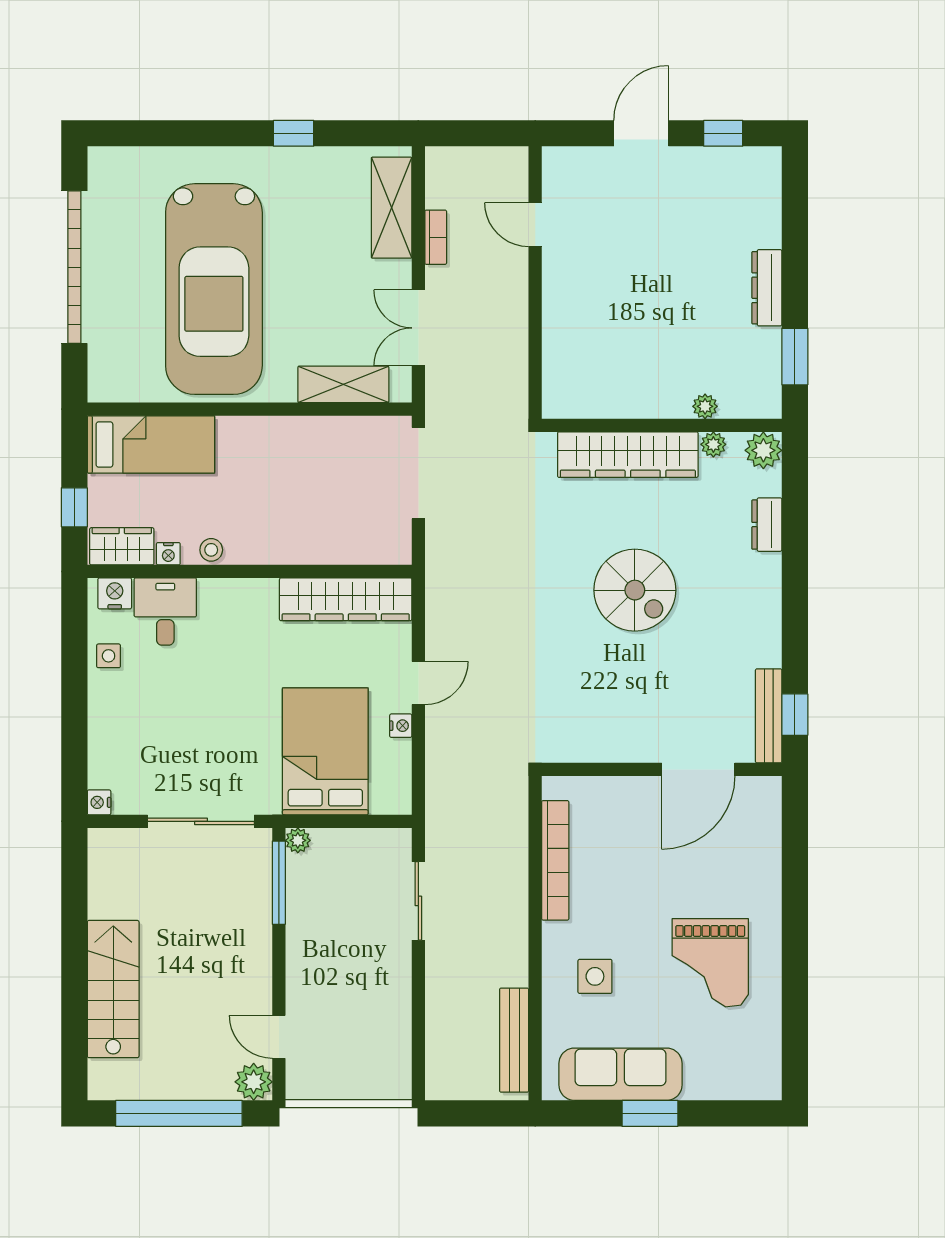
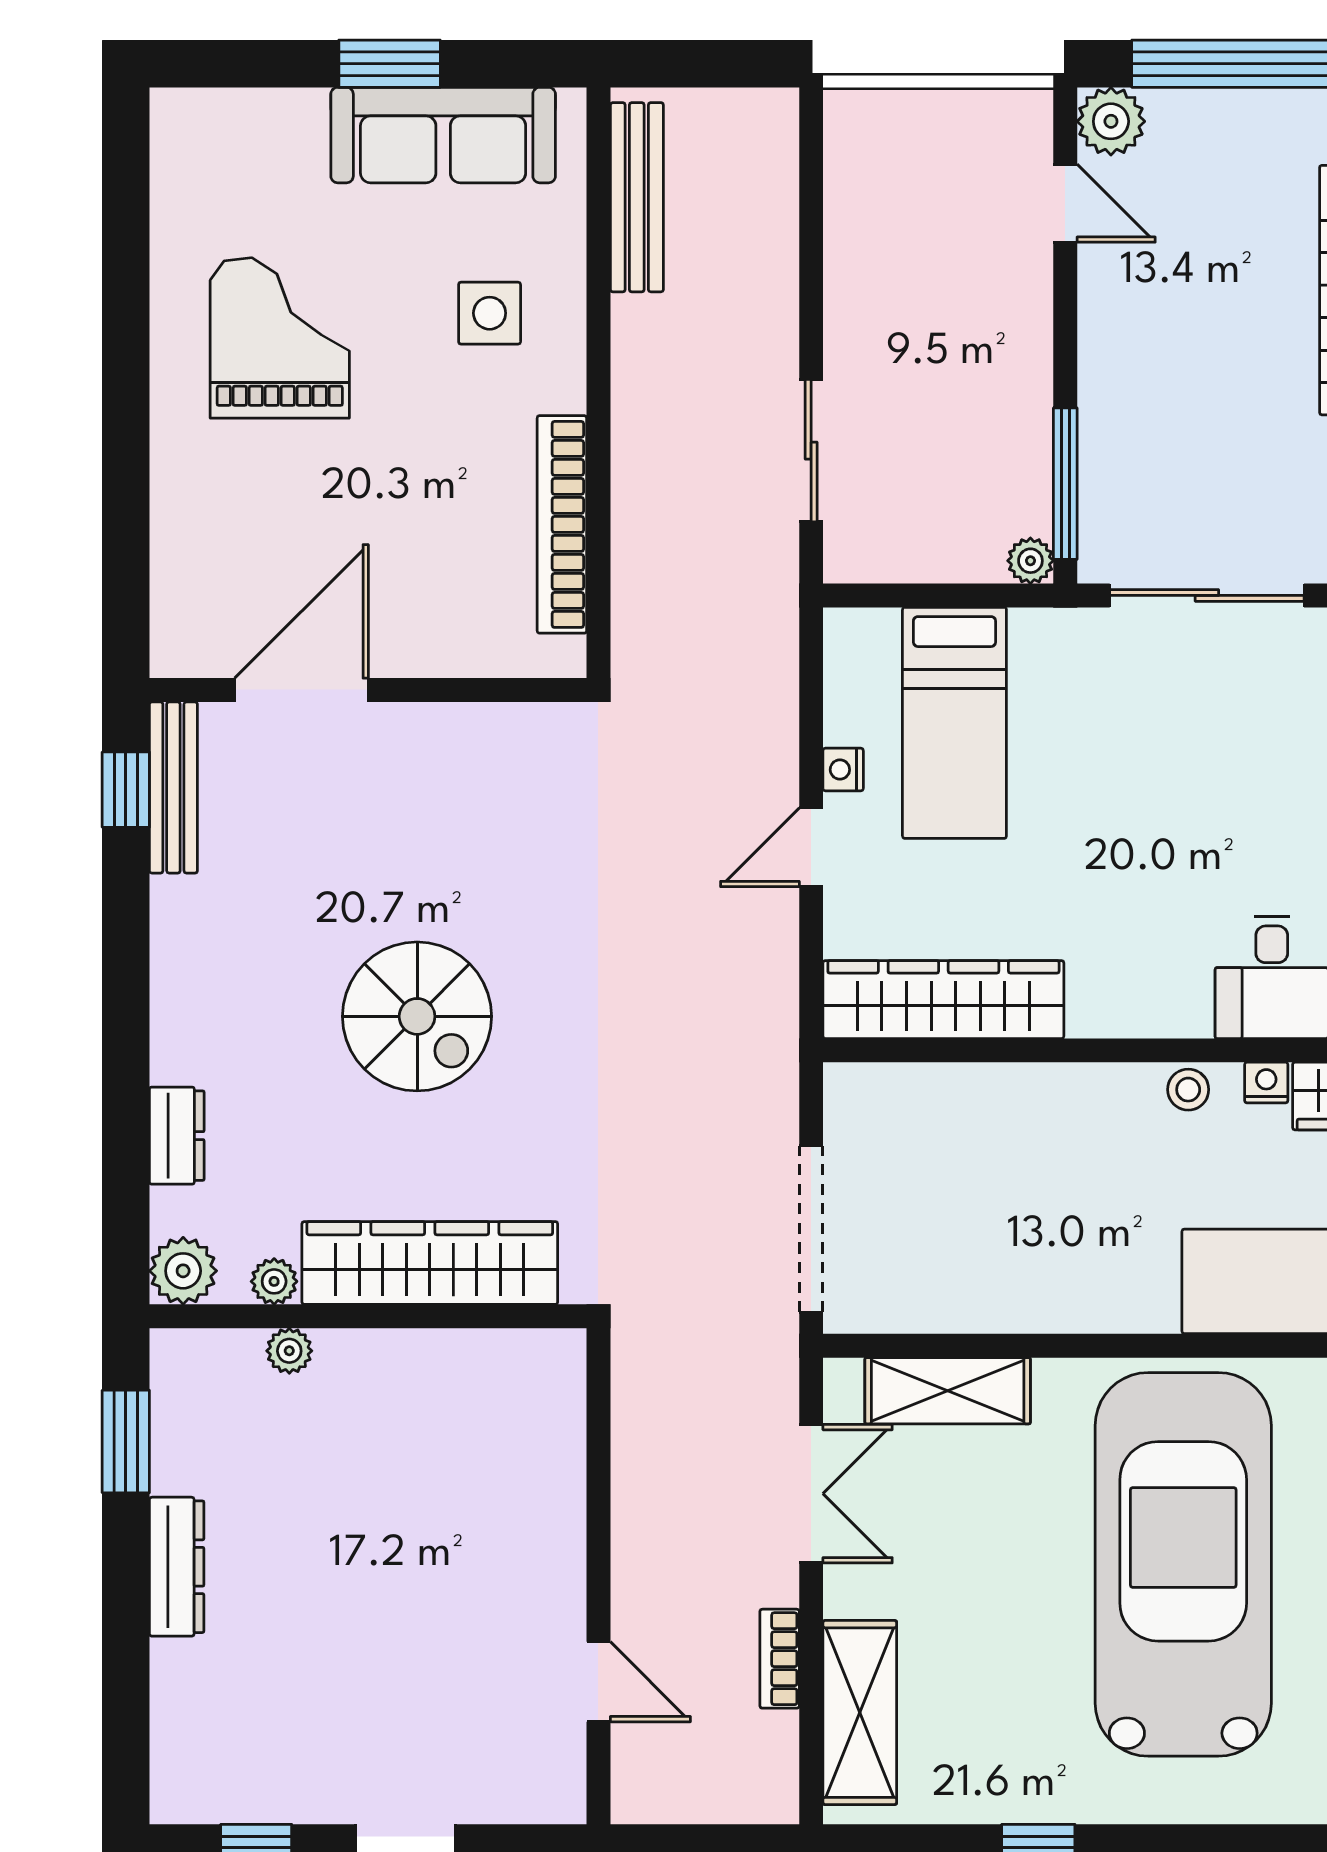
spiral stairs: (635, 590) -> (417, 1016), turned 180
bed: (325, 751) -> (954, 723), width x0.67

